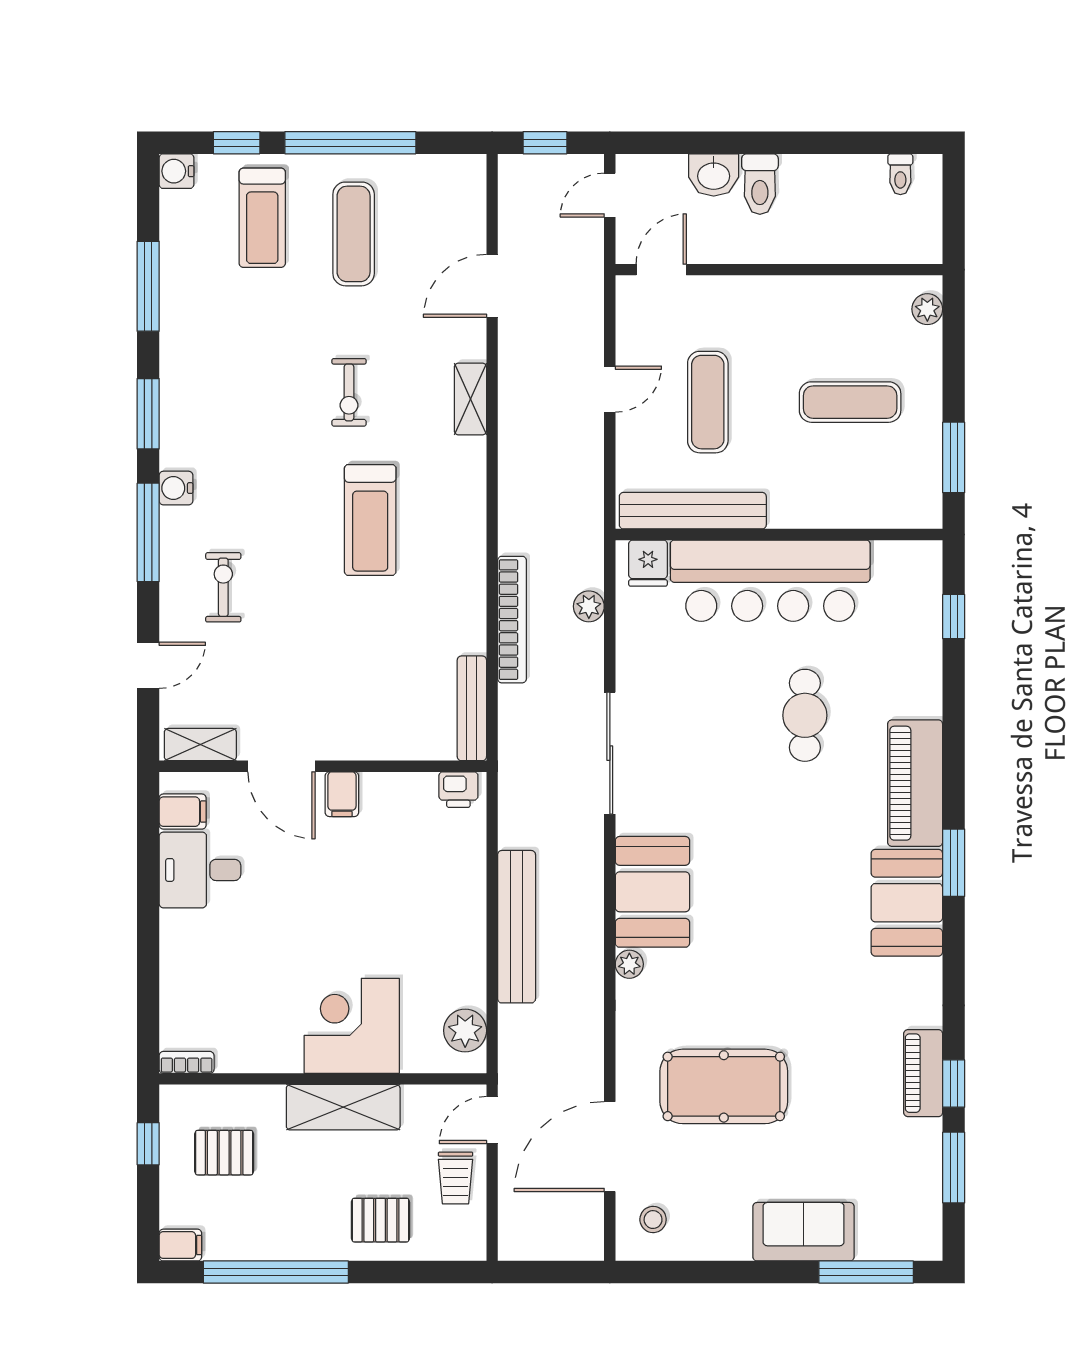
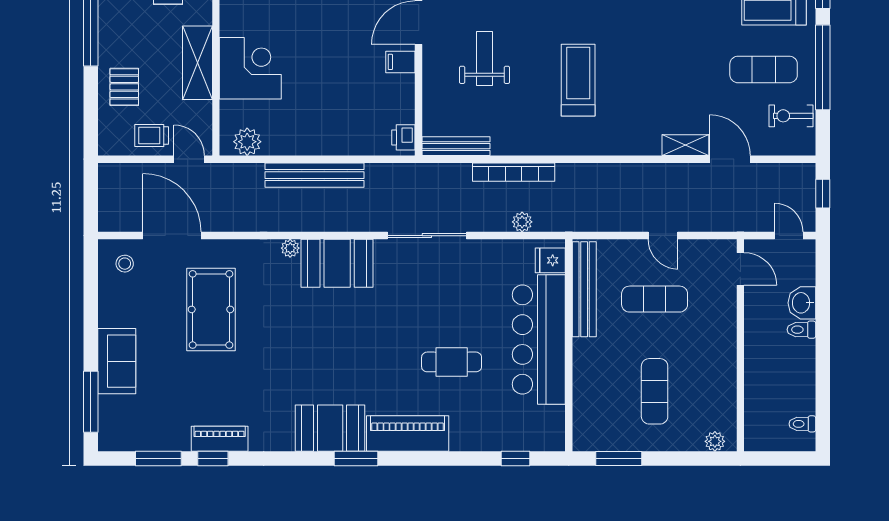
toilet: (760, 184) -> (801, 330), width x0.73, depth x0.72
exercise bike: (349, 392) -> (791, 116), moved
shelving: (470, 399) -> (685, 145), moved
treadmill: (370, 520) -> (578, 80), turned 90
weight bench: (337, 664) -> (485, 59), added

